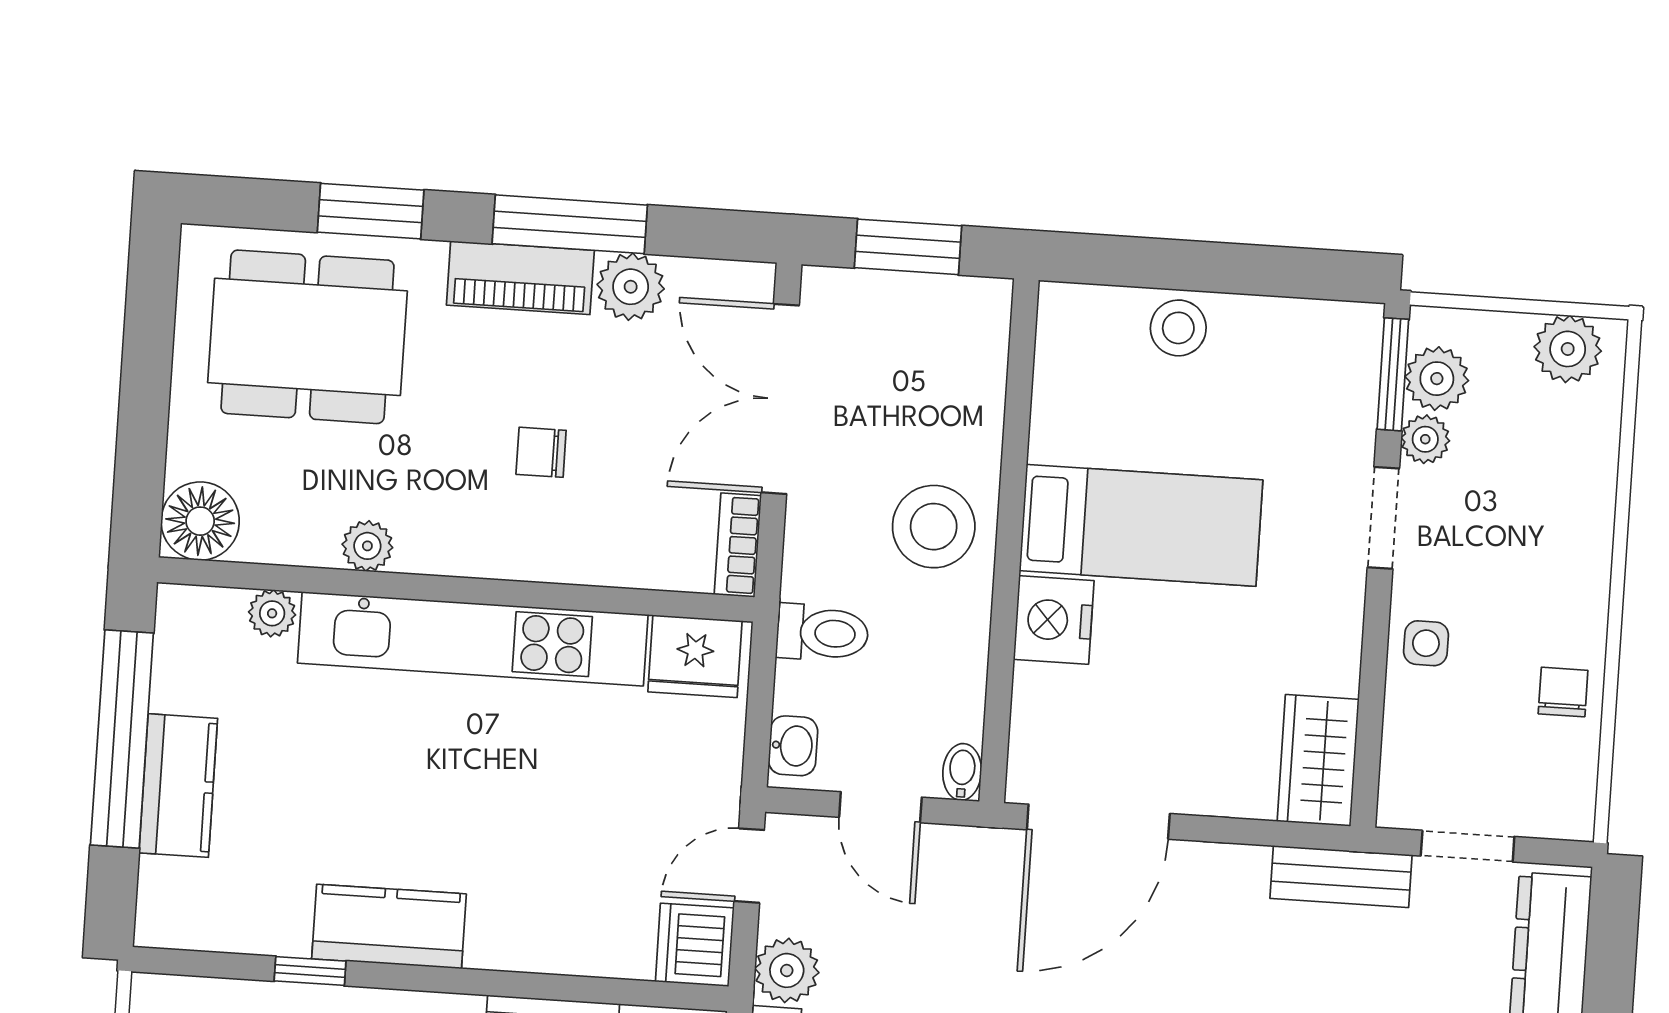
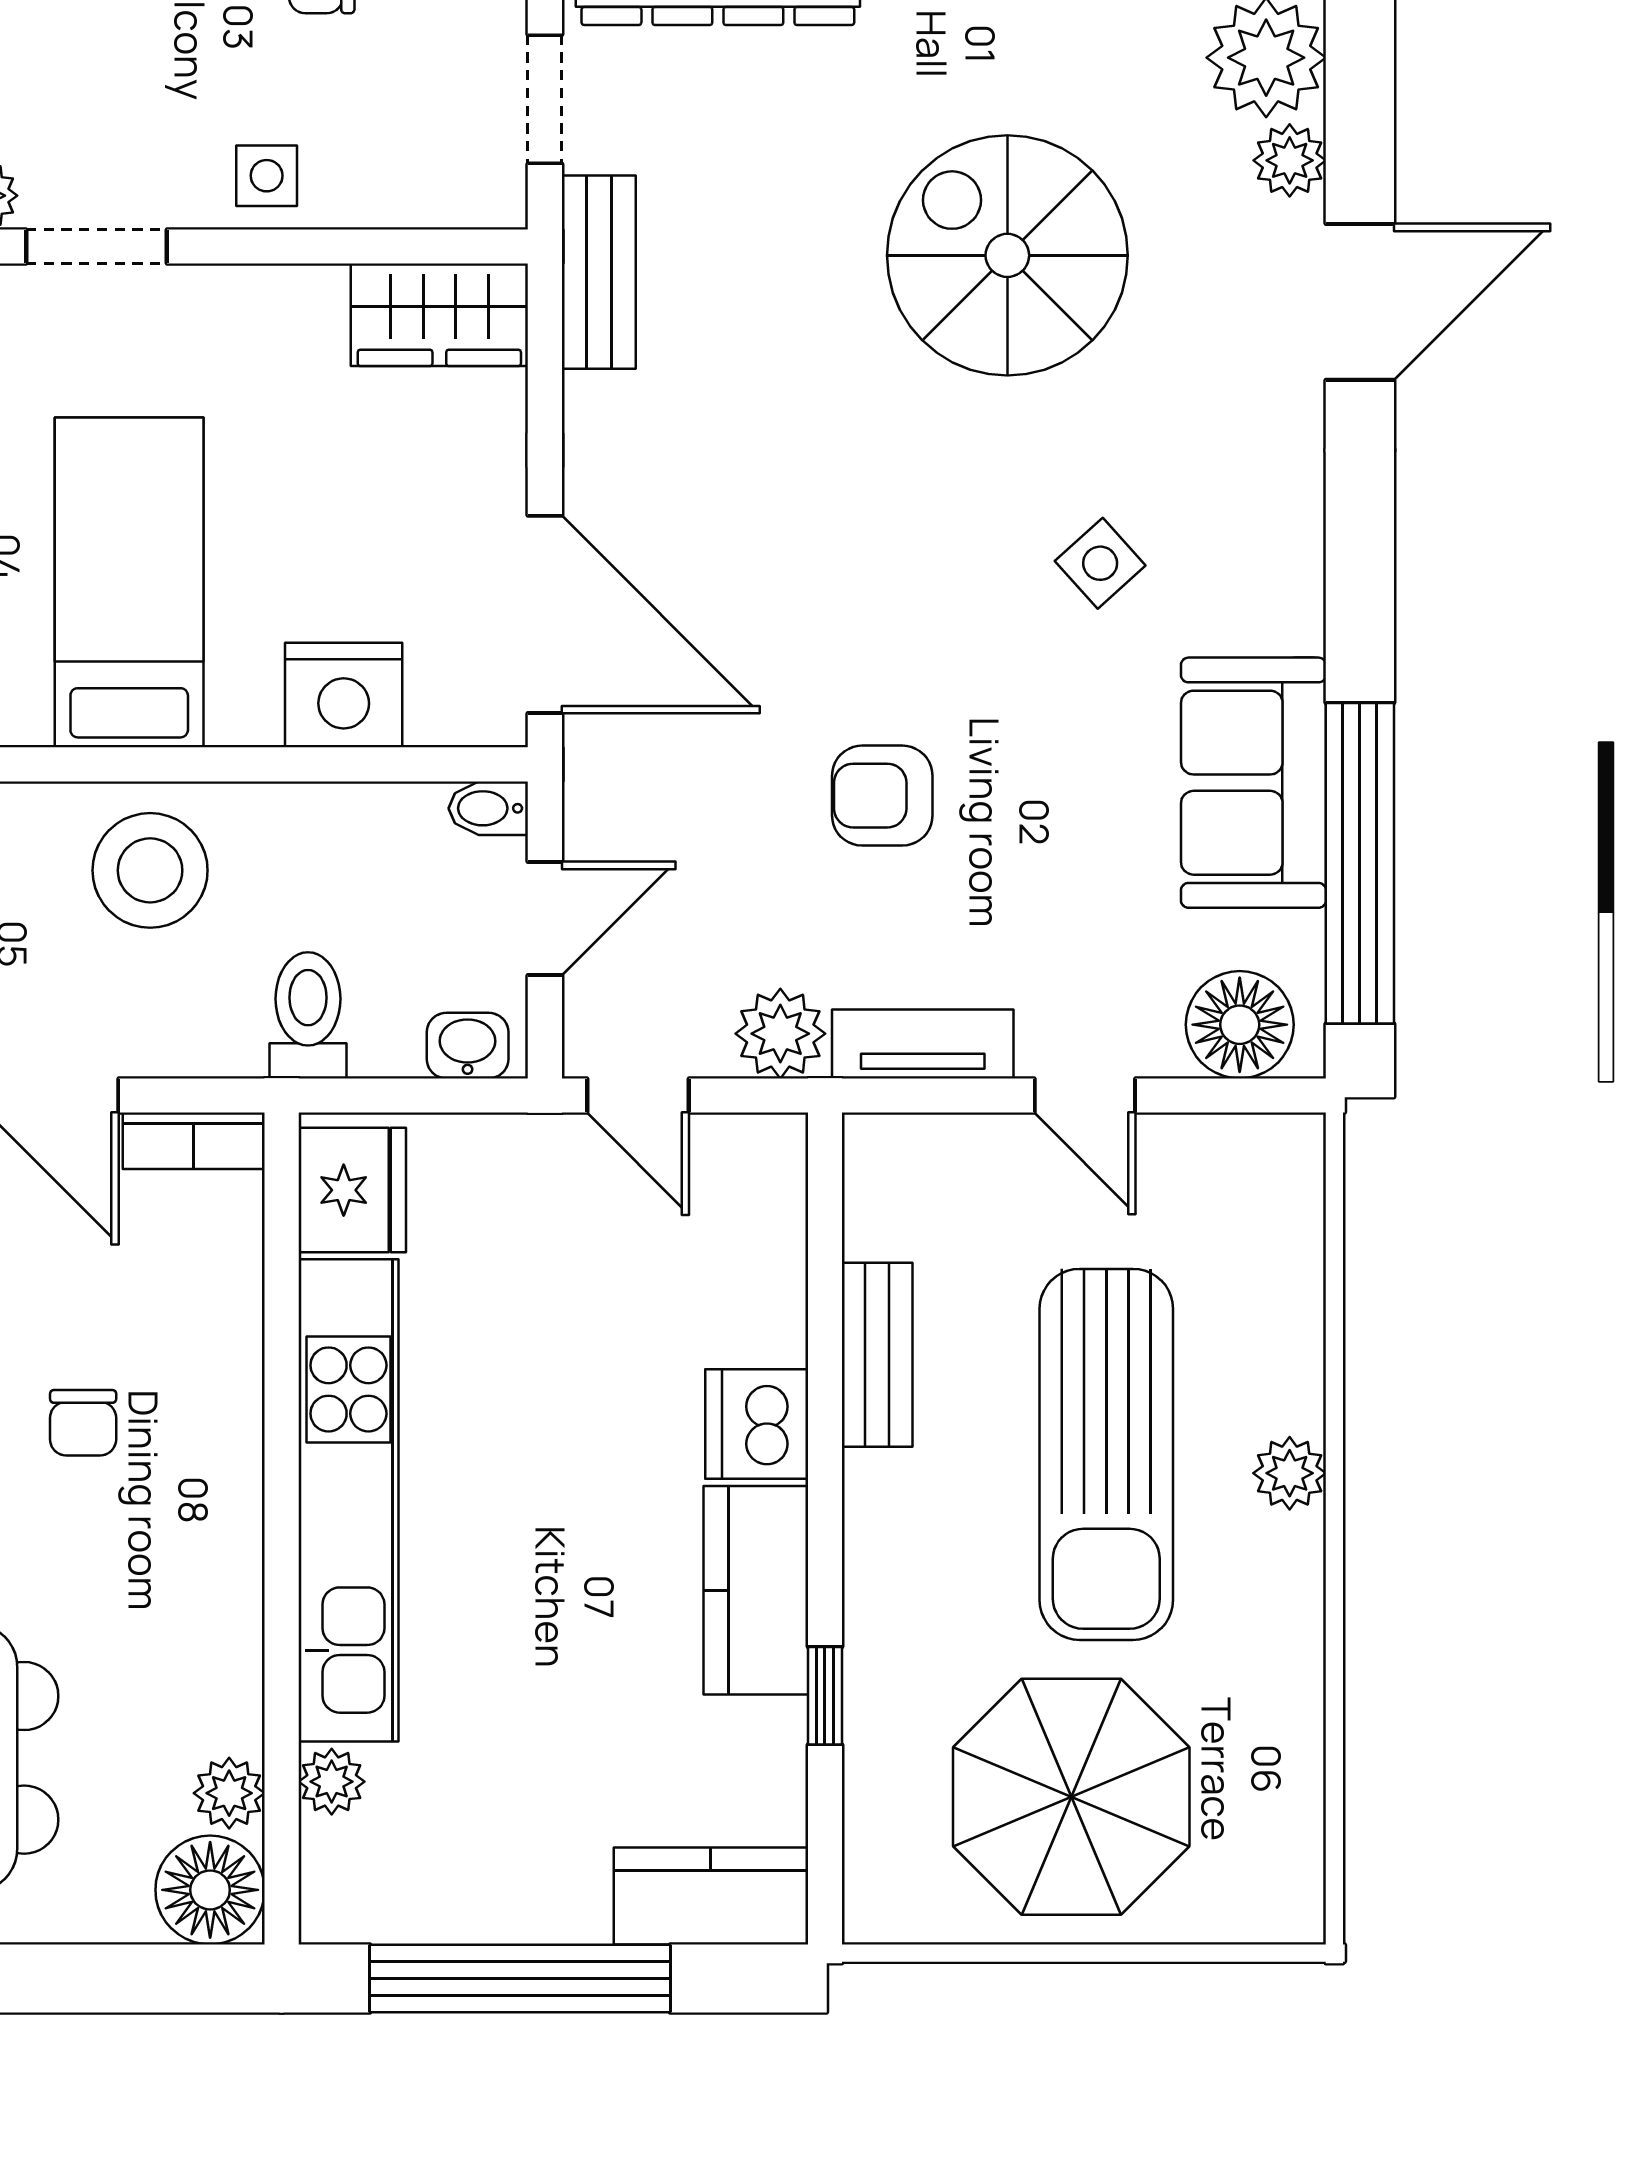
plant: (367, 546) -> (229, 1793), moved
nightstand: (1054, 620) -> (344, 695), moved
kitchen counter: (178, 786) -> (711, 1896), moved
dishwasher: (695, 945) -> (757, 1424), moved, turned 90

